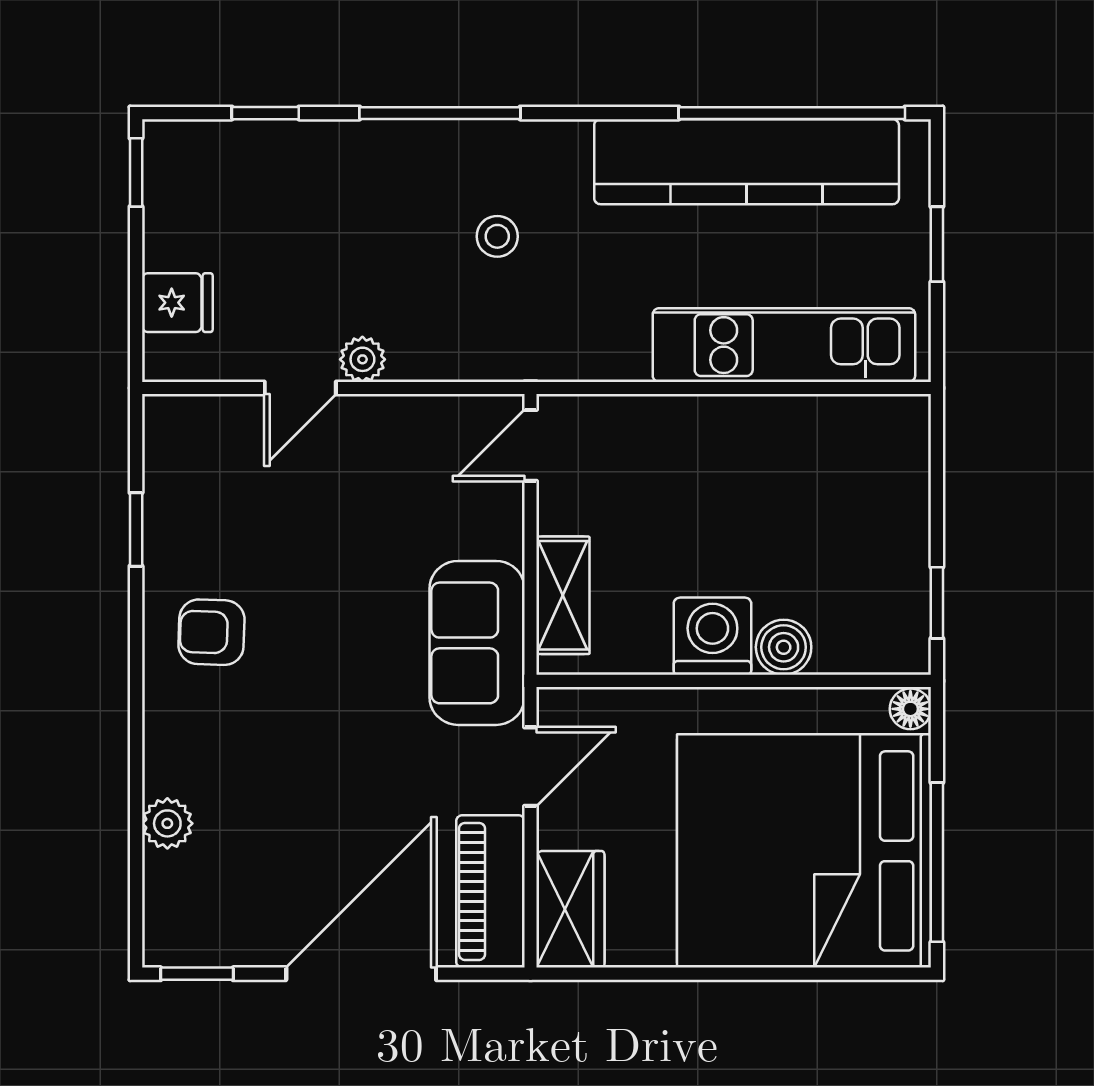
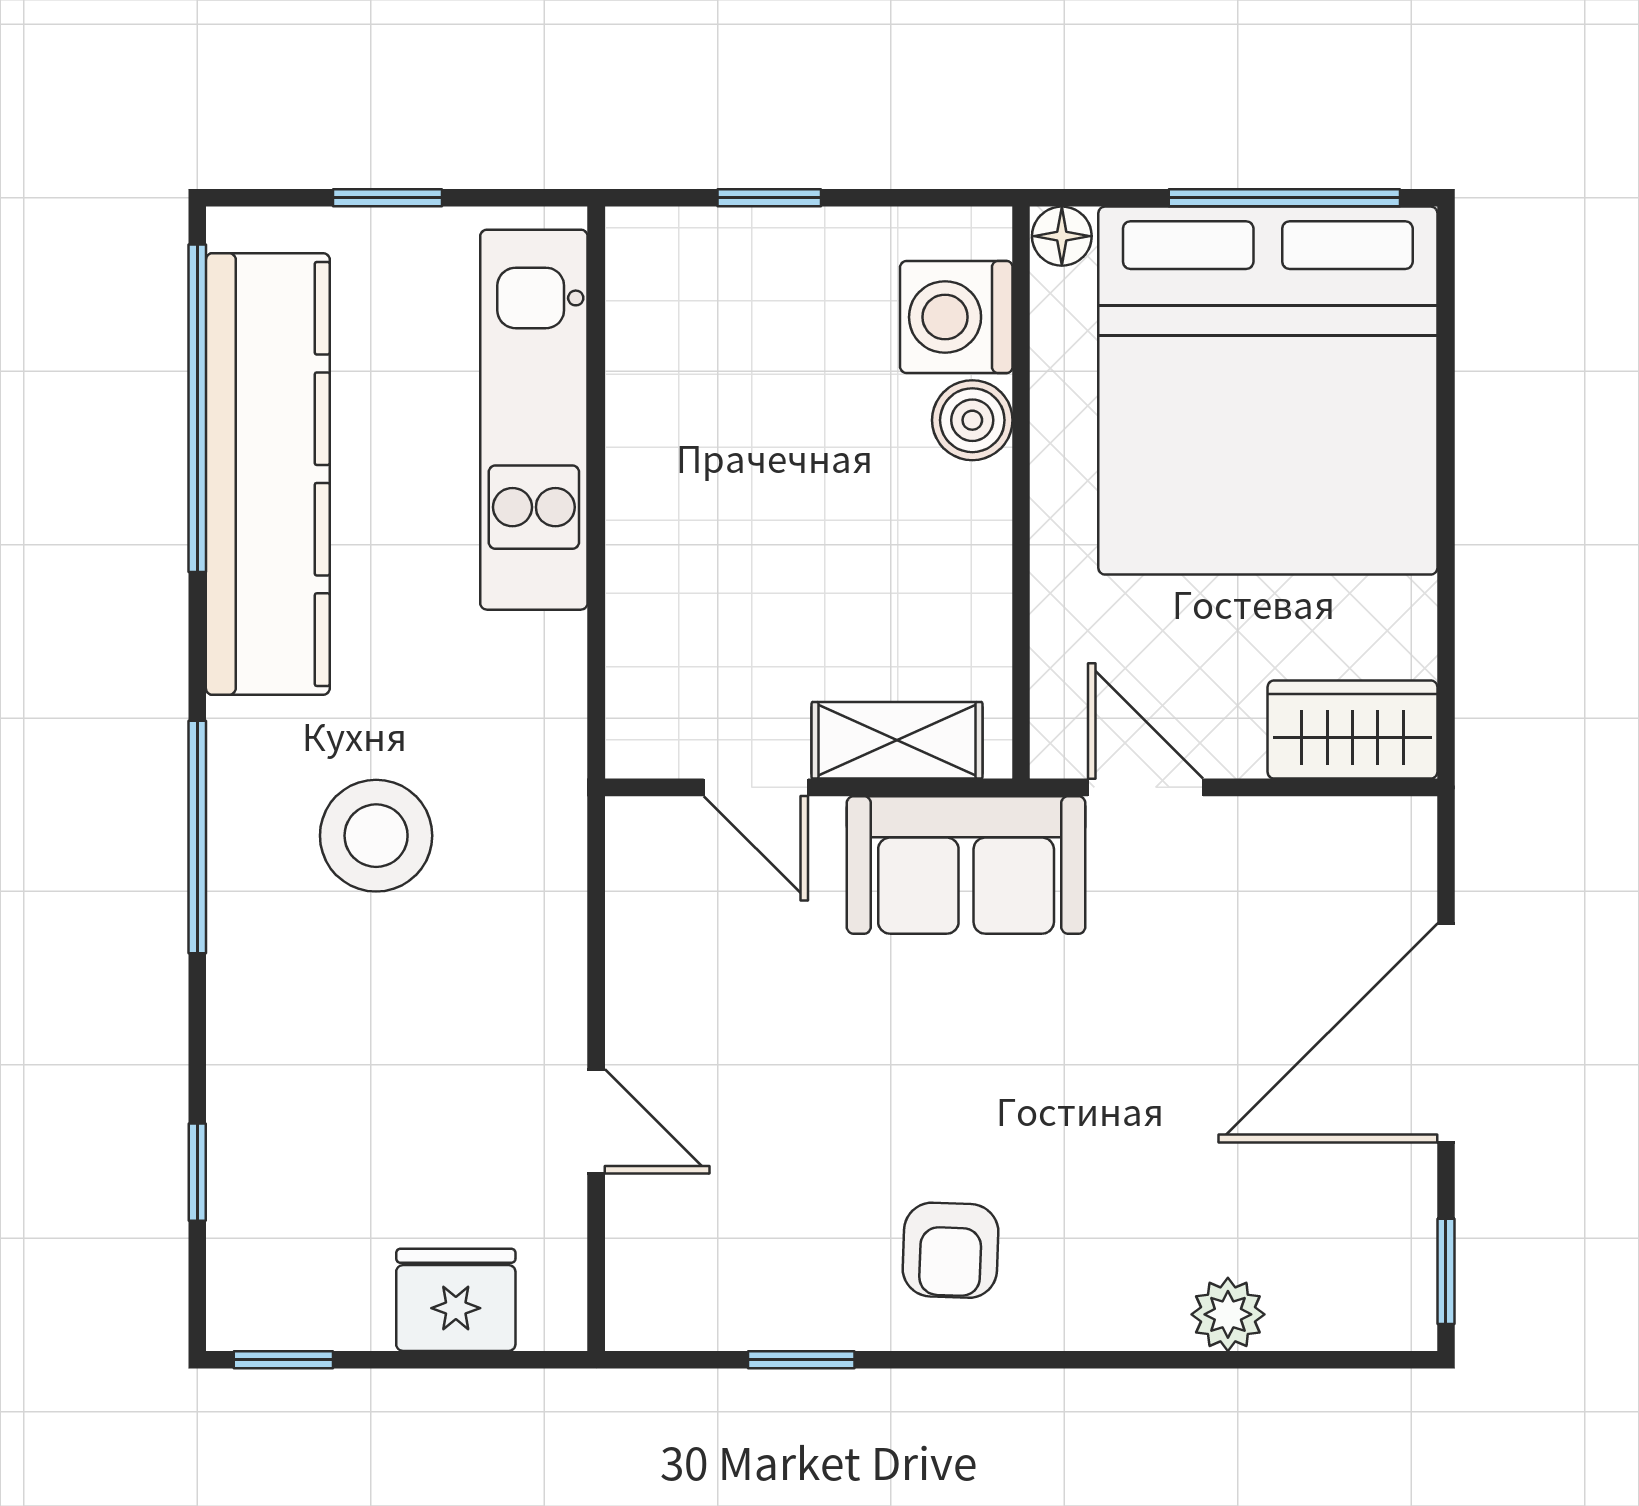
window: (440, 113) -> (197, 837), moved
stool: (497, 236) -> (376, 836), width x1.89, depth x1.89
fridge: (177, 303) -> (456, 1300), width x1.38
plant: (362, 359) -> (555, 1031), removed
door: (530, 445) -> (756, 787), moved
window: (937, 603) -> (769, 198), moved
washing machine: (712, 636) -> (956, 317), moved
piano: (490, 891) -> (1327, 846), removed
door: (361, 974) -> (1446, 1033), hinge flipped

